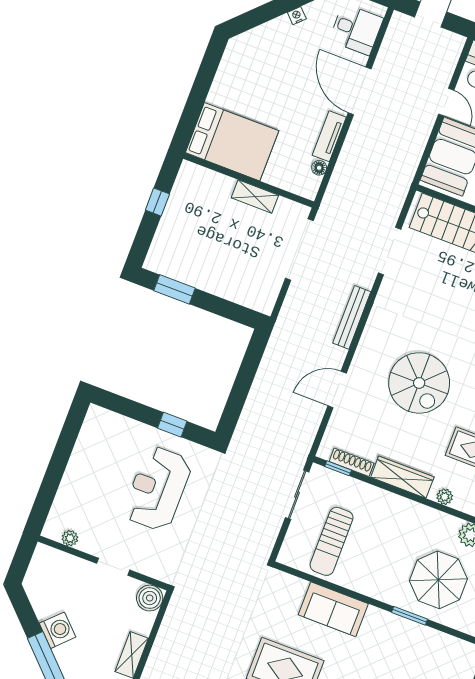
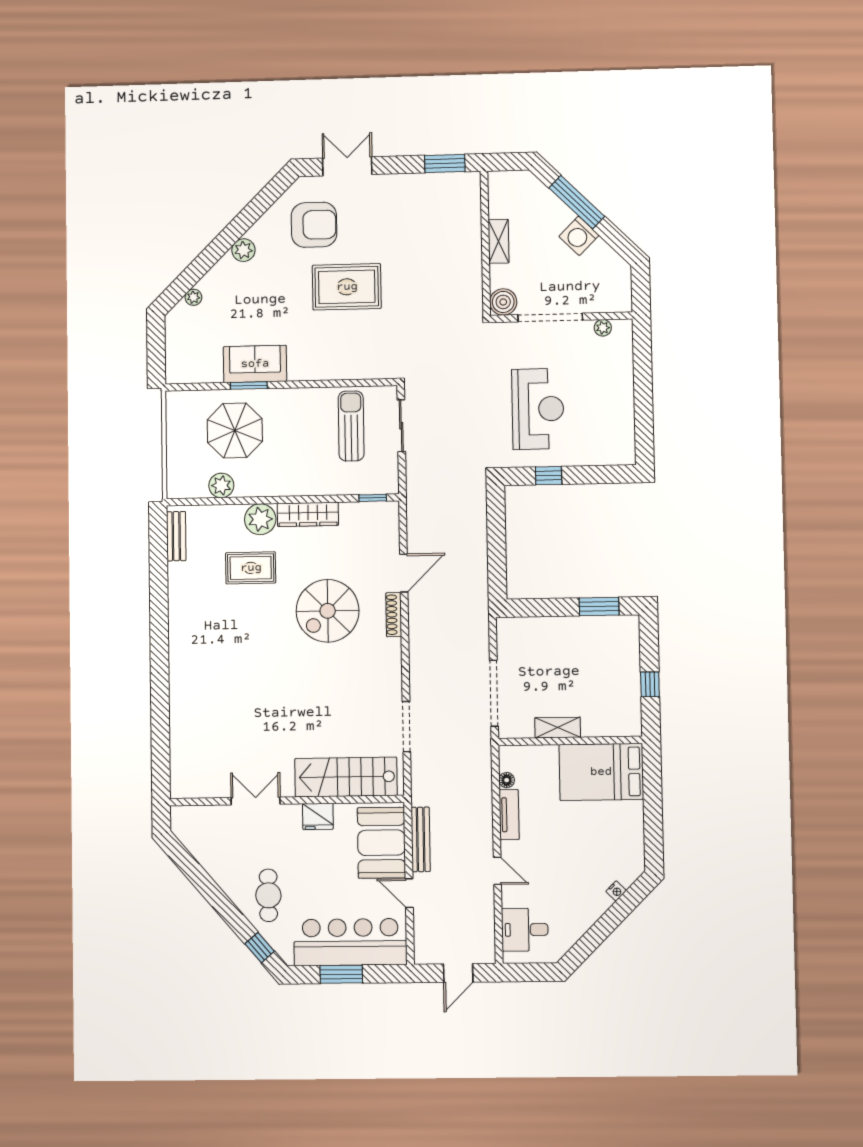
nightstand: (297, 16) -> (616, 891), moved
door: (360, 91) -> (497, 871), width x0.53
bench: (352, 317) -> (421, 839), moved
spiral stairs: (419, 383) -> (328, 611), turned -90
shoe rack: (352, 462) -> (394, 615), moved, turned 90
sliding door: (297, 495) -> (401, 426), moved
plant: (445, 497) -> (260, 519), width x1.88, depth x1.88
doorway: (113, 567) -> (550, 317), width x1.88
sofa: (333, 609) -> (255, 364), moved

